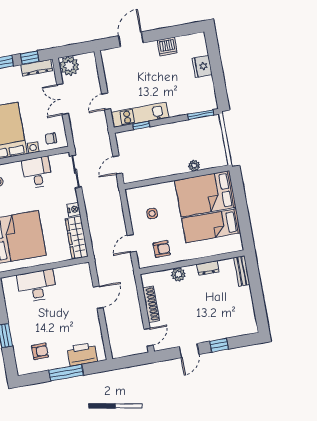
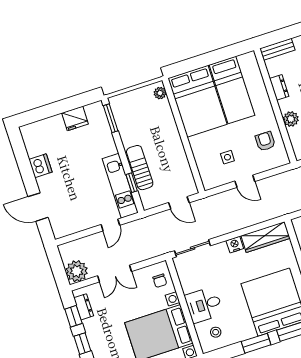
fridge: (202, 66) -> (75, 118), moved
dresser: (37, 68) -> (84, 307), width x0.70
door: (106, 101) -> (110, 225), hinge flipped
sun lounger: (154, 134) -> (140, 168), added
plant: (194, 166) -> (160, 93), moved
desk: (37, 172) -> (204, 305), moved
door: (132, 243) -> (245, 181), moved

